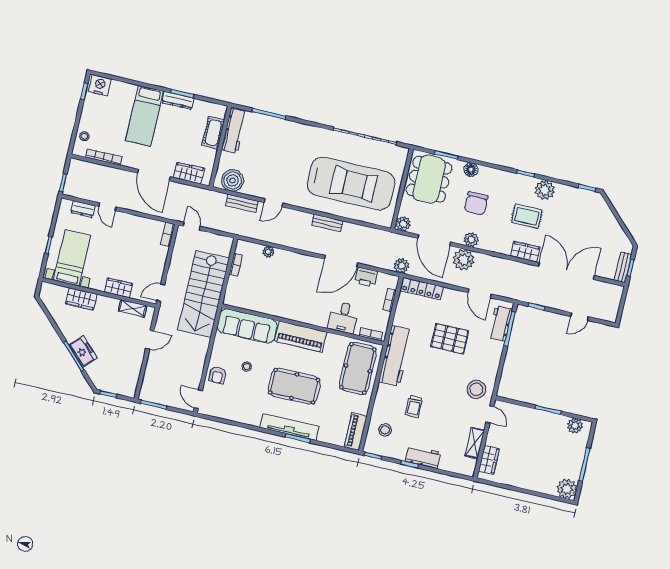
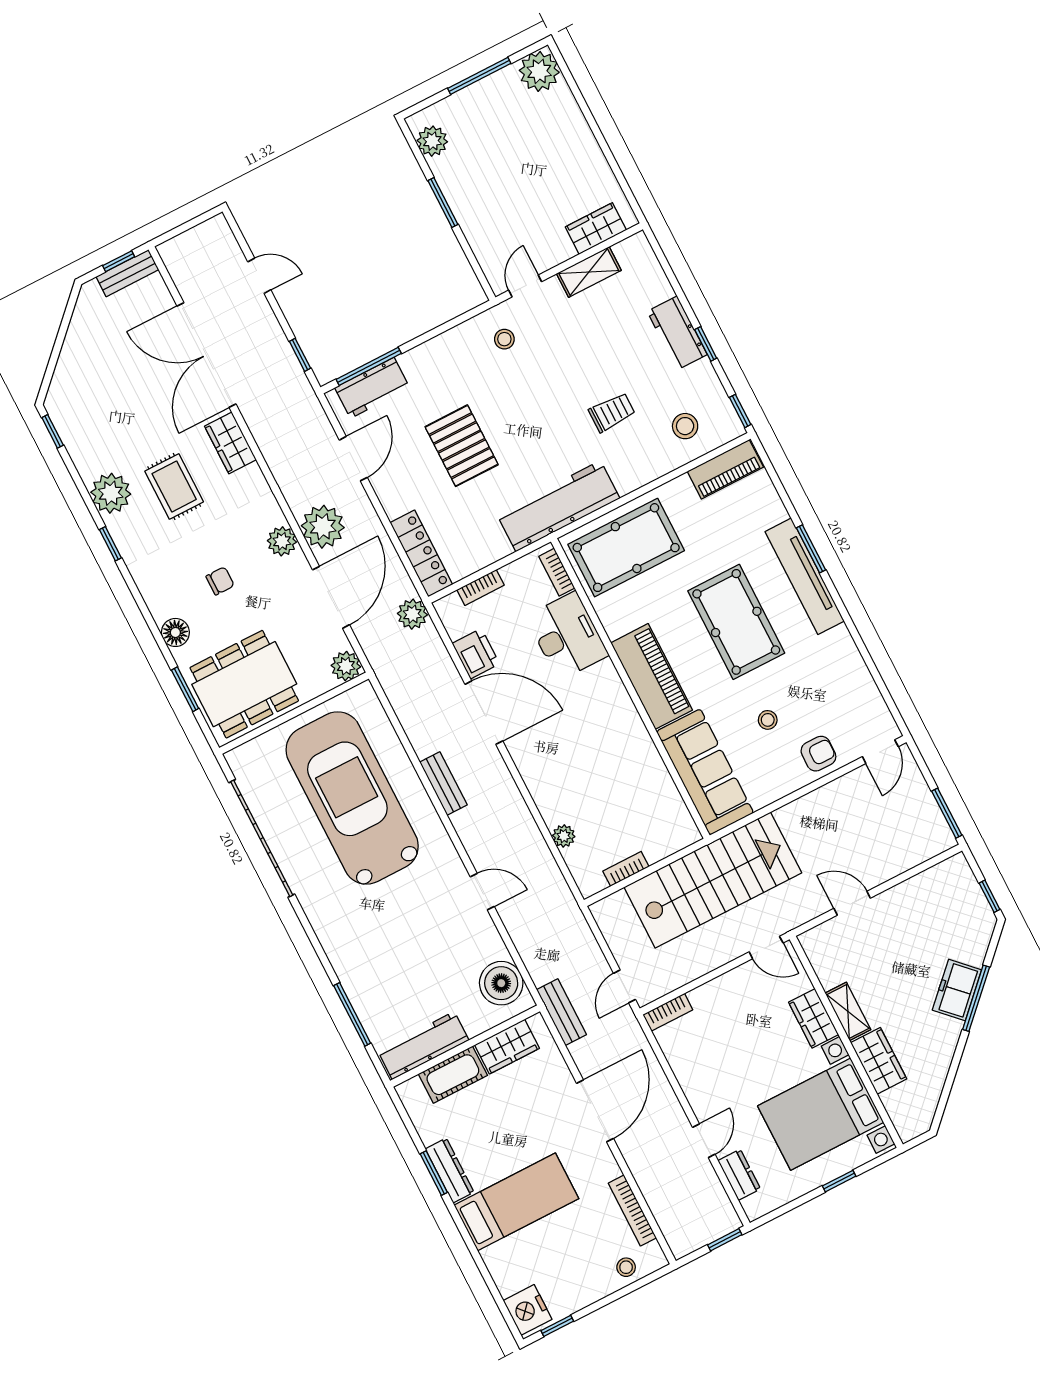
wardrobe: (189, 173) -> (507, 1047), moved, turned -90
bench: (242, 203) -> (562, 1012), moved
chair: (476, 203) -> (220, 581), width x0.54, depth x0.54
bed with nightstands: (72, 258) -> (821, 1114), width x1.36
shelving: (133, 308) -> (848, 1011), moved
desk: (343, 317) -> (567, 636), width x1.37
stool: (476, 389) -> (504, 339), width x0.53, depth x0.53

